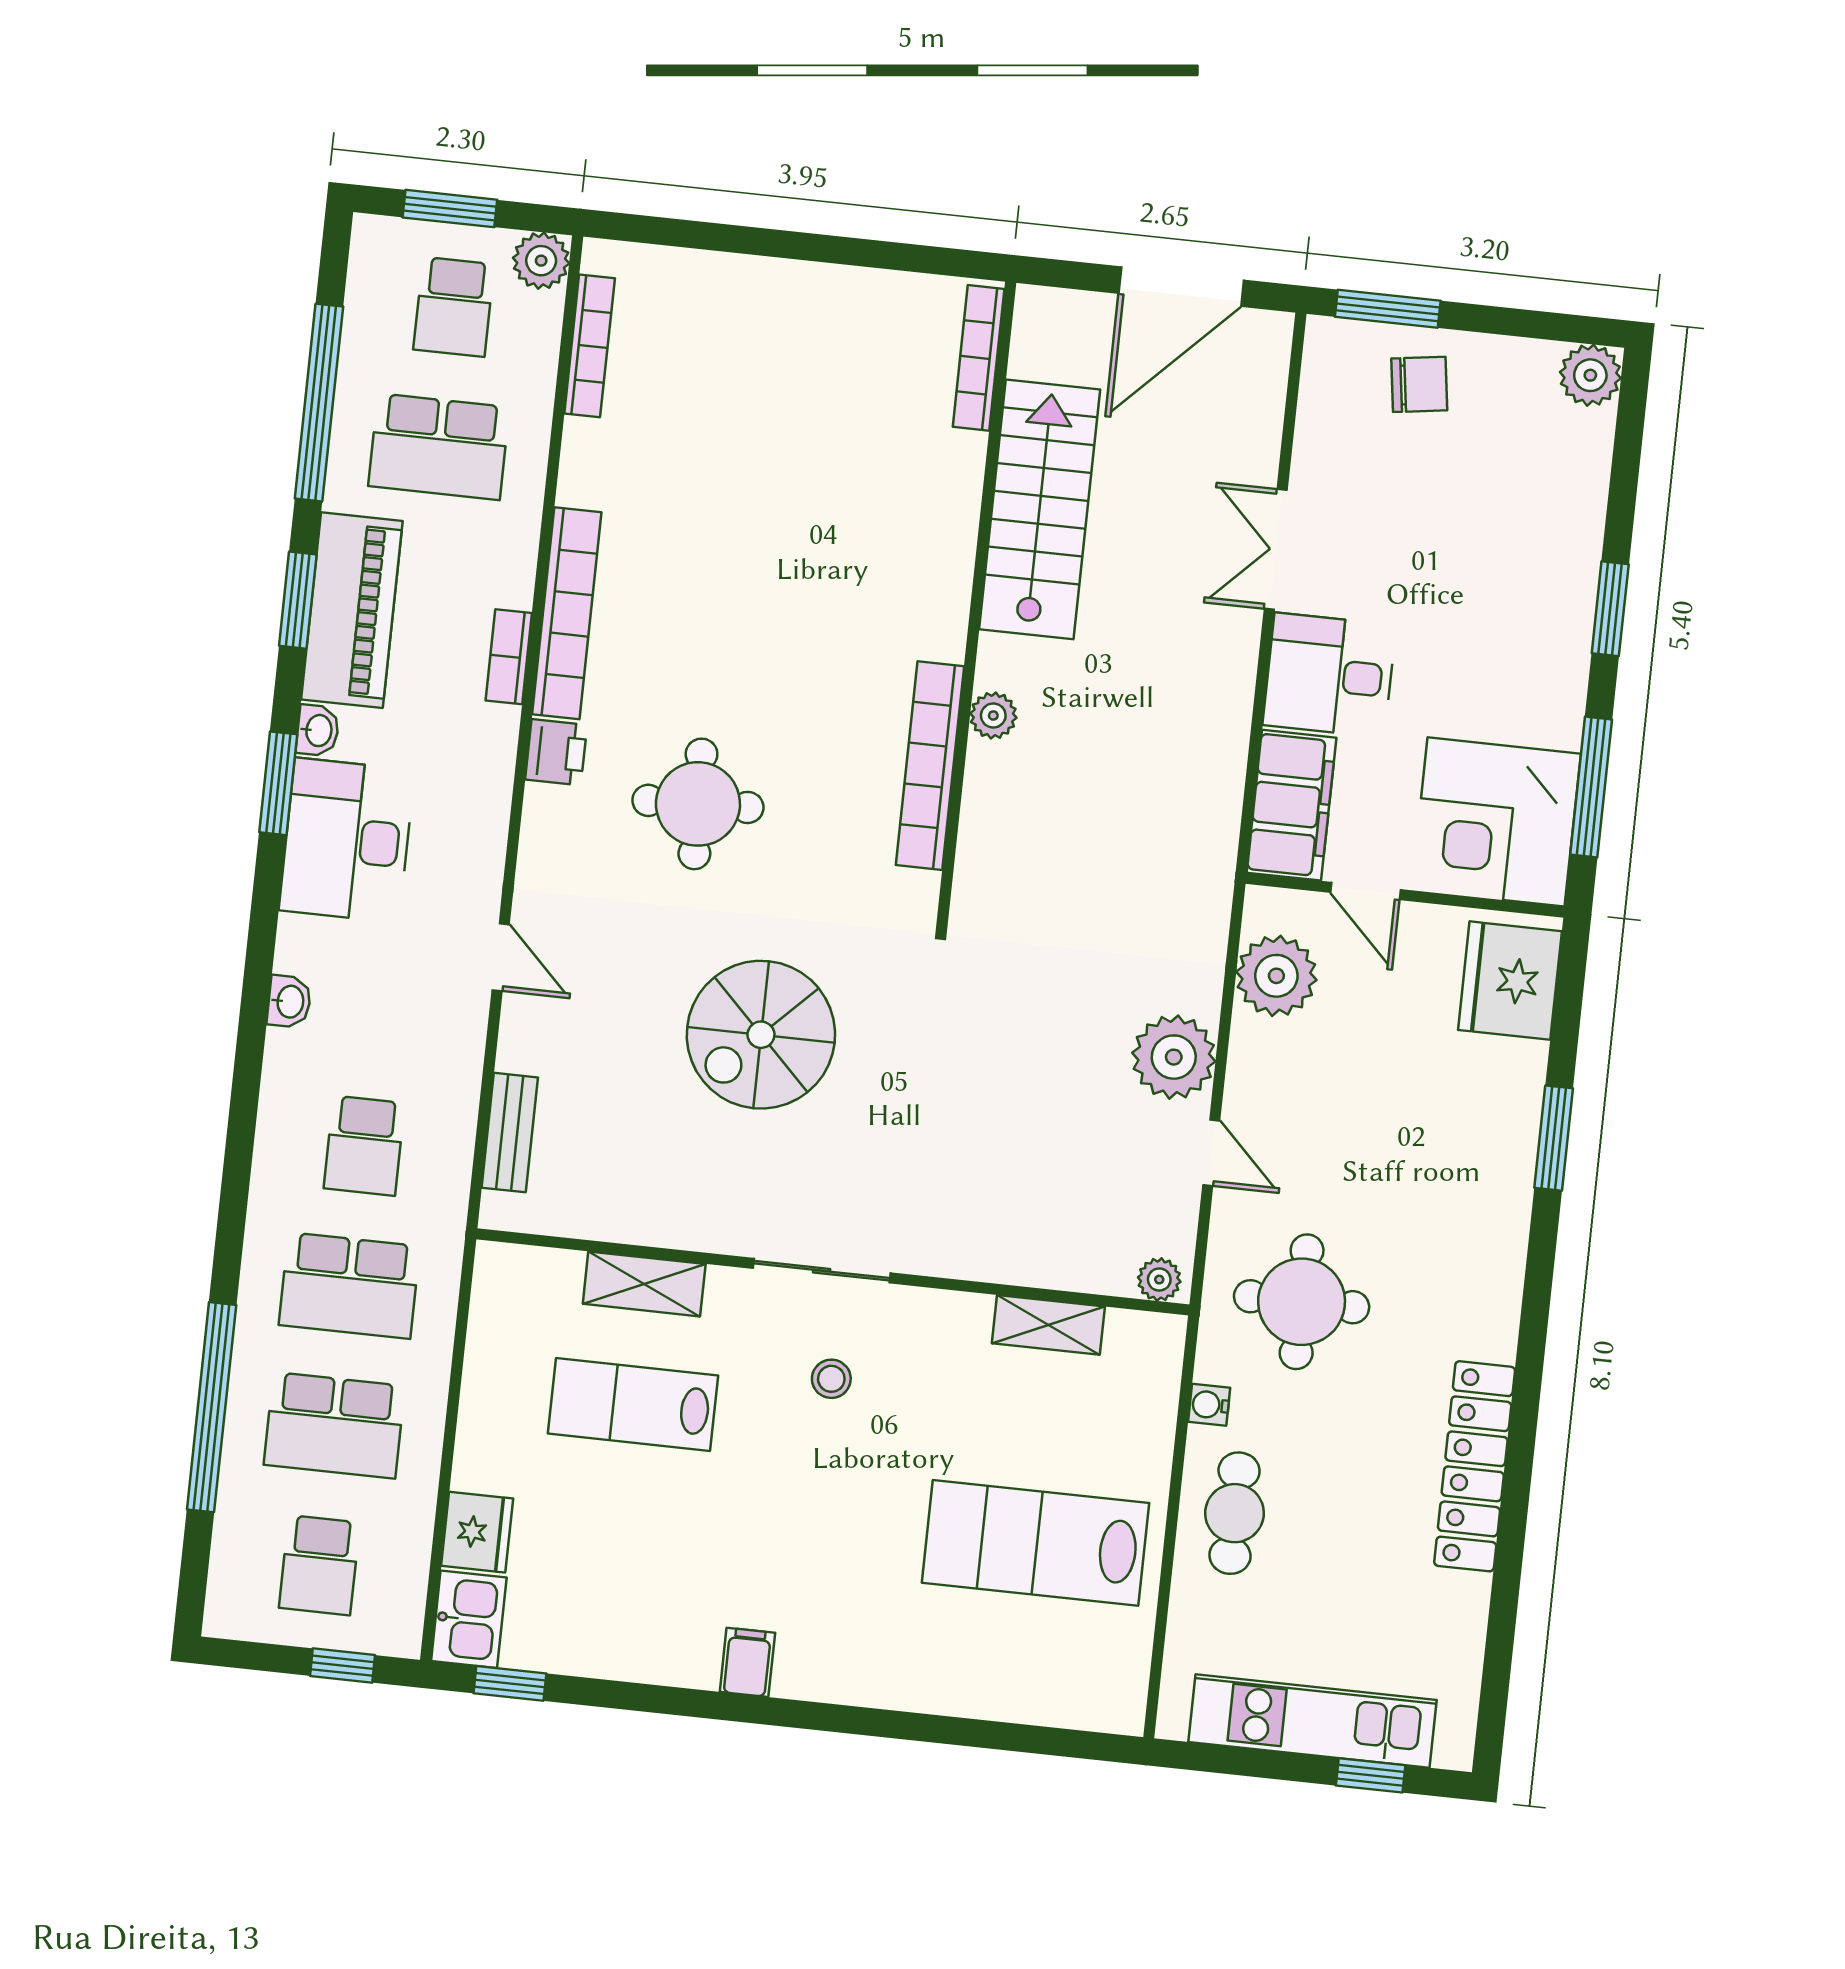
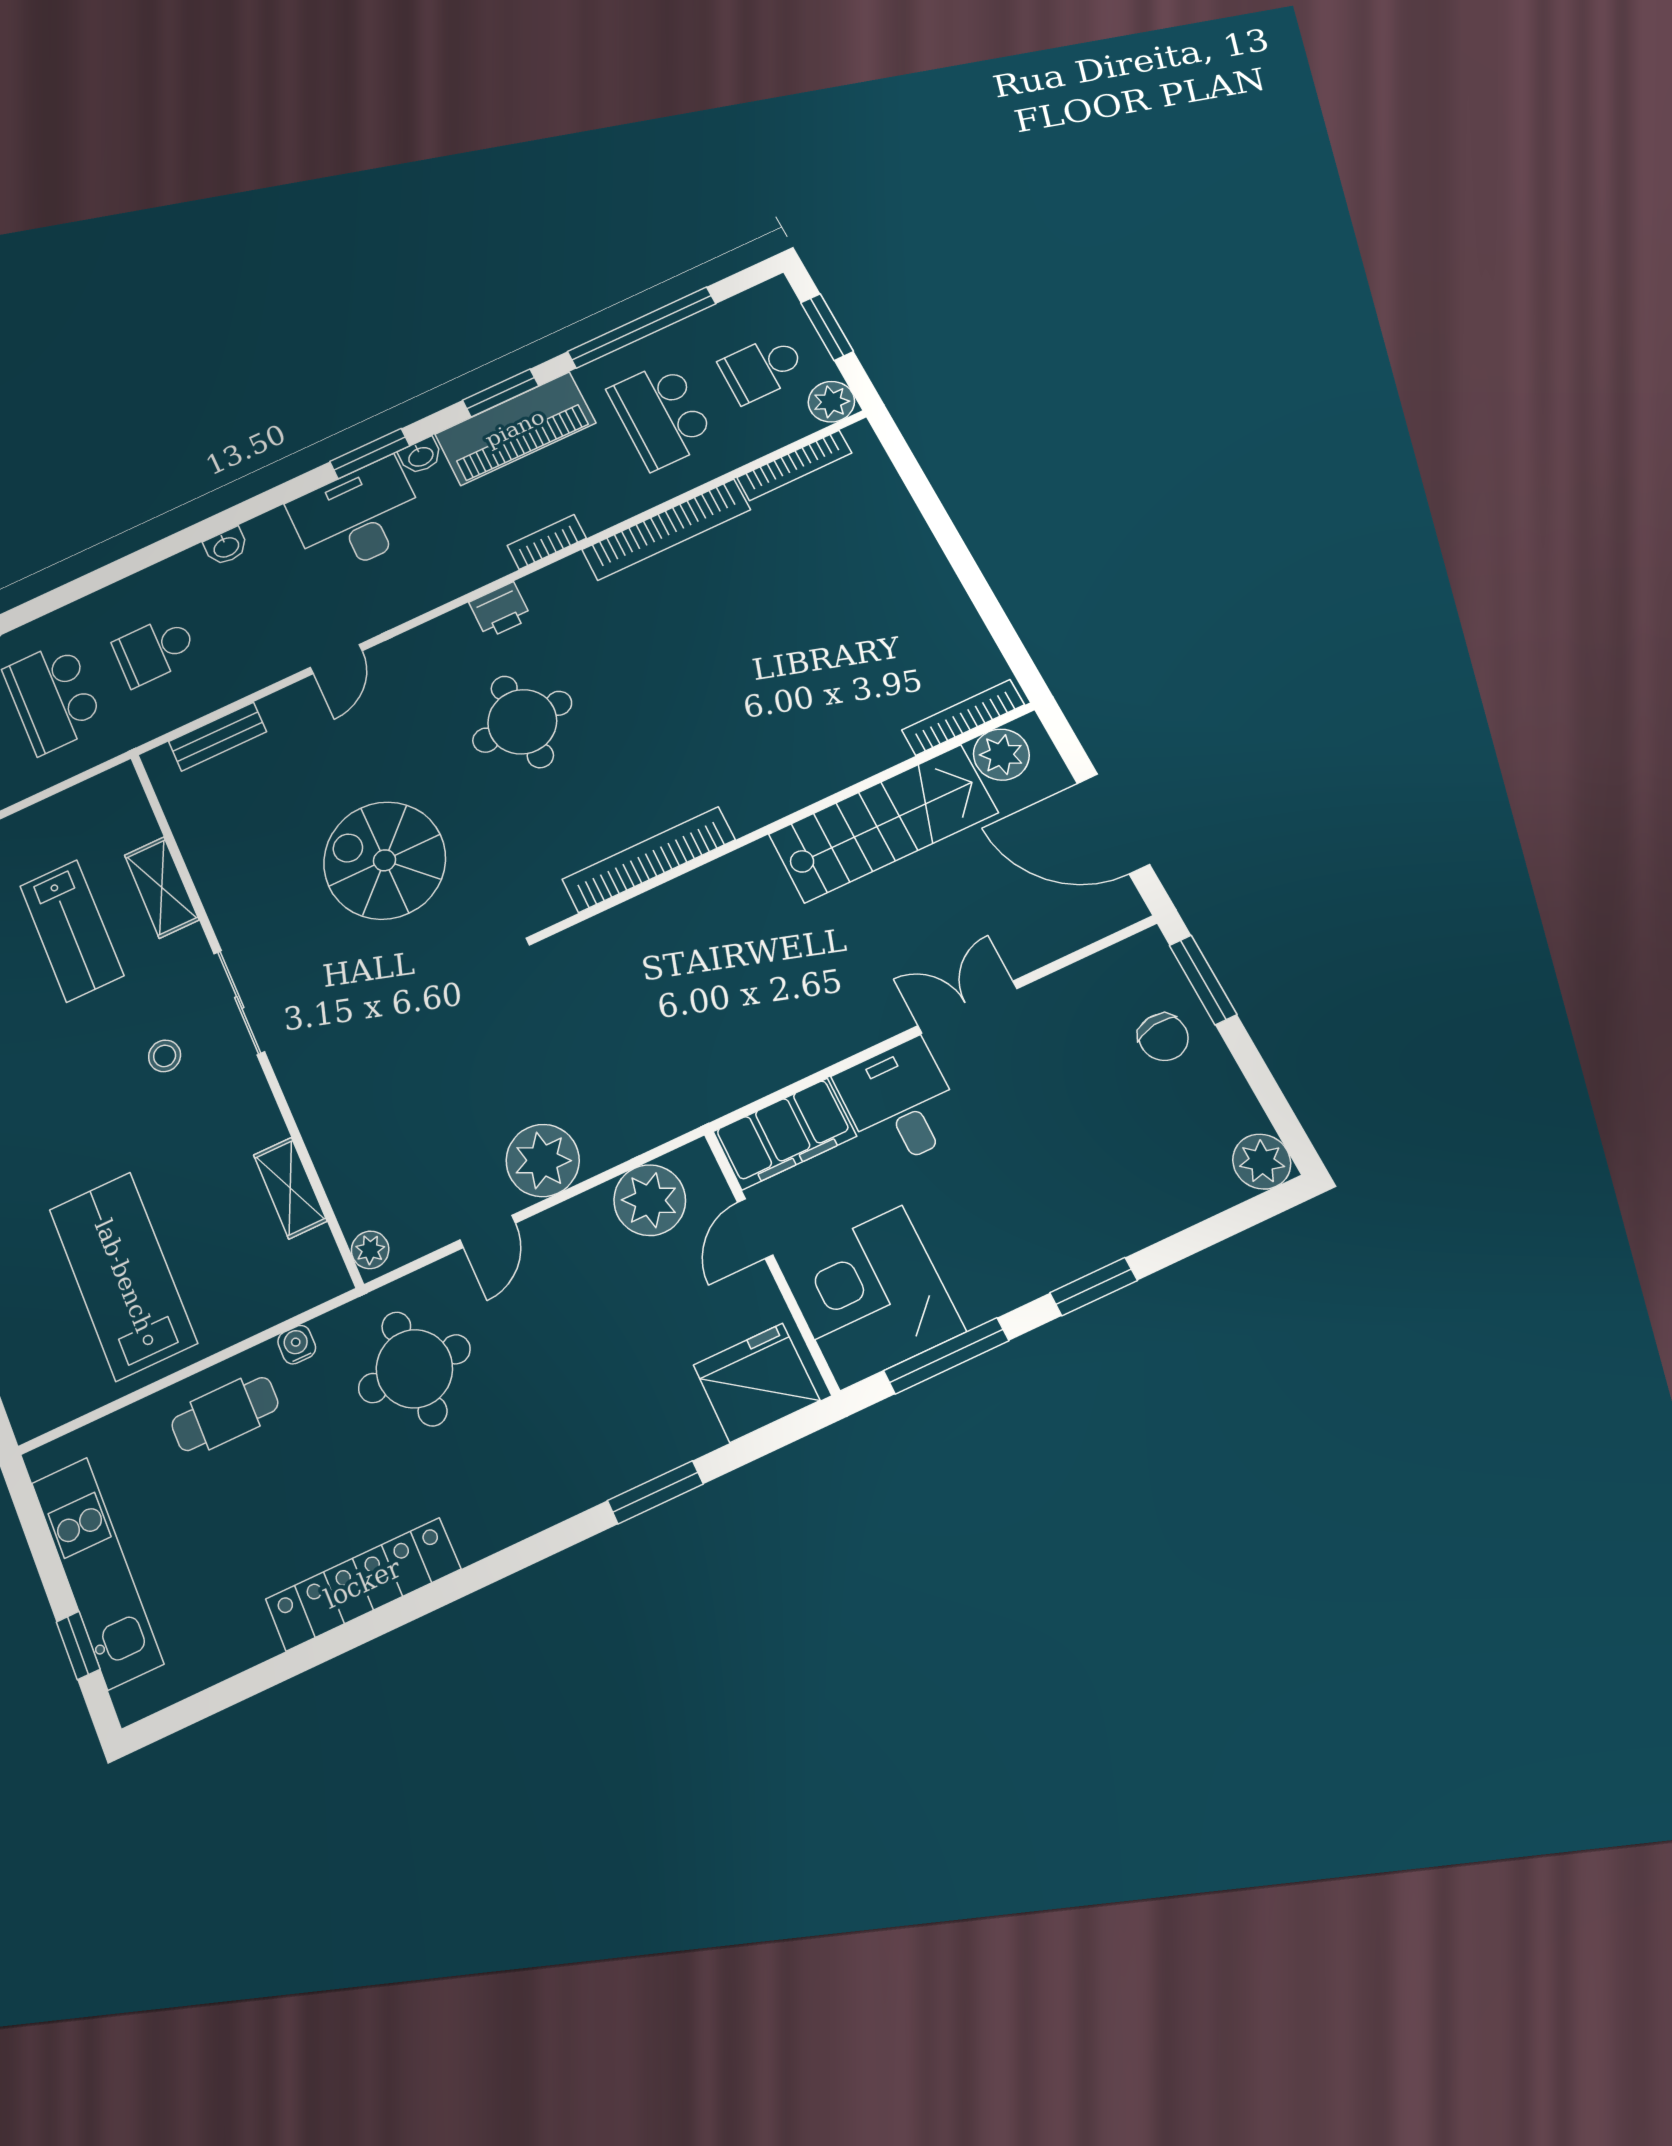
bookcase: (567, 613) -> (666, 530), moved
plant: (993, 715) -> (1001, 755), moved, width x1.38, depth x1.38
lab bench: (633, 1404) -> (72, 931), turned 180

